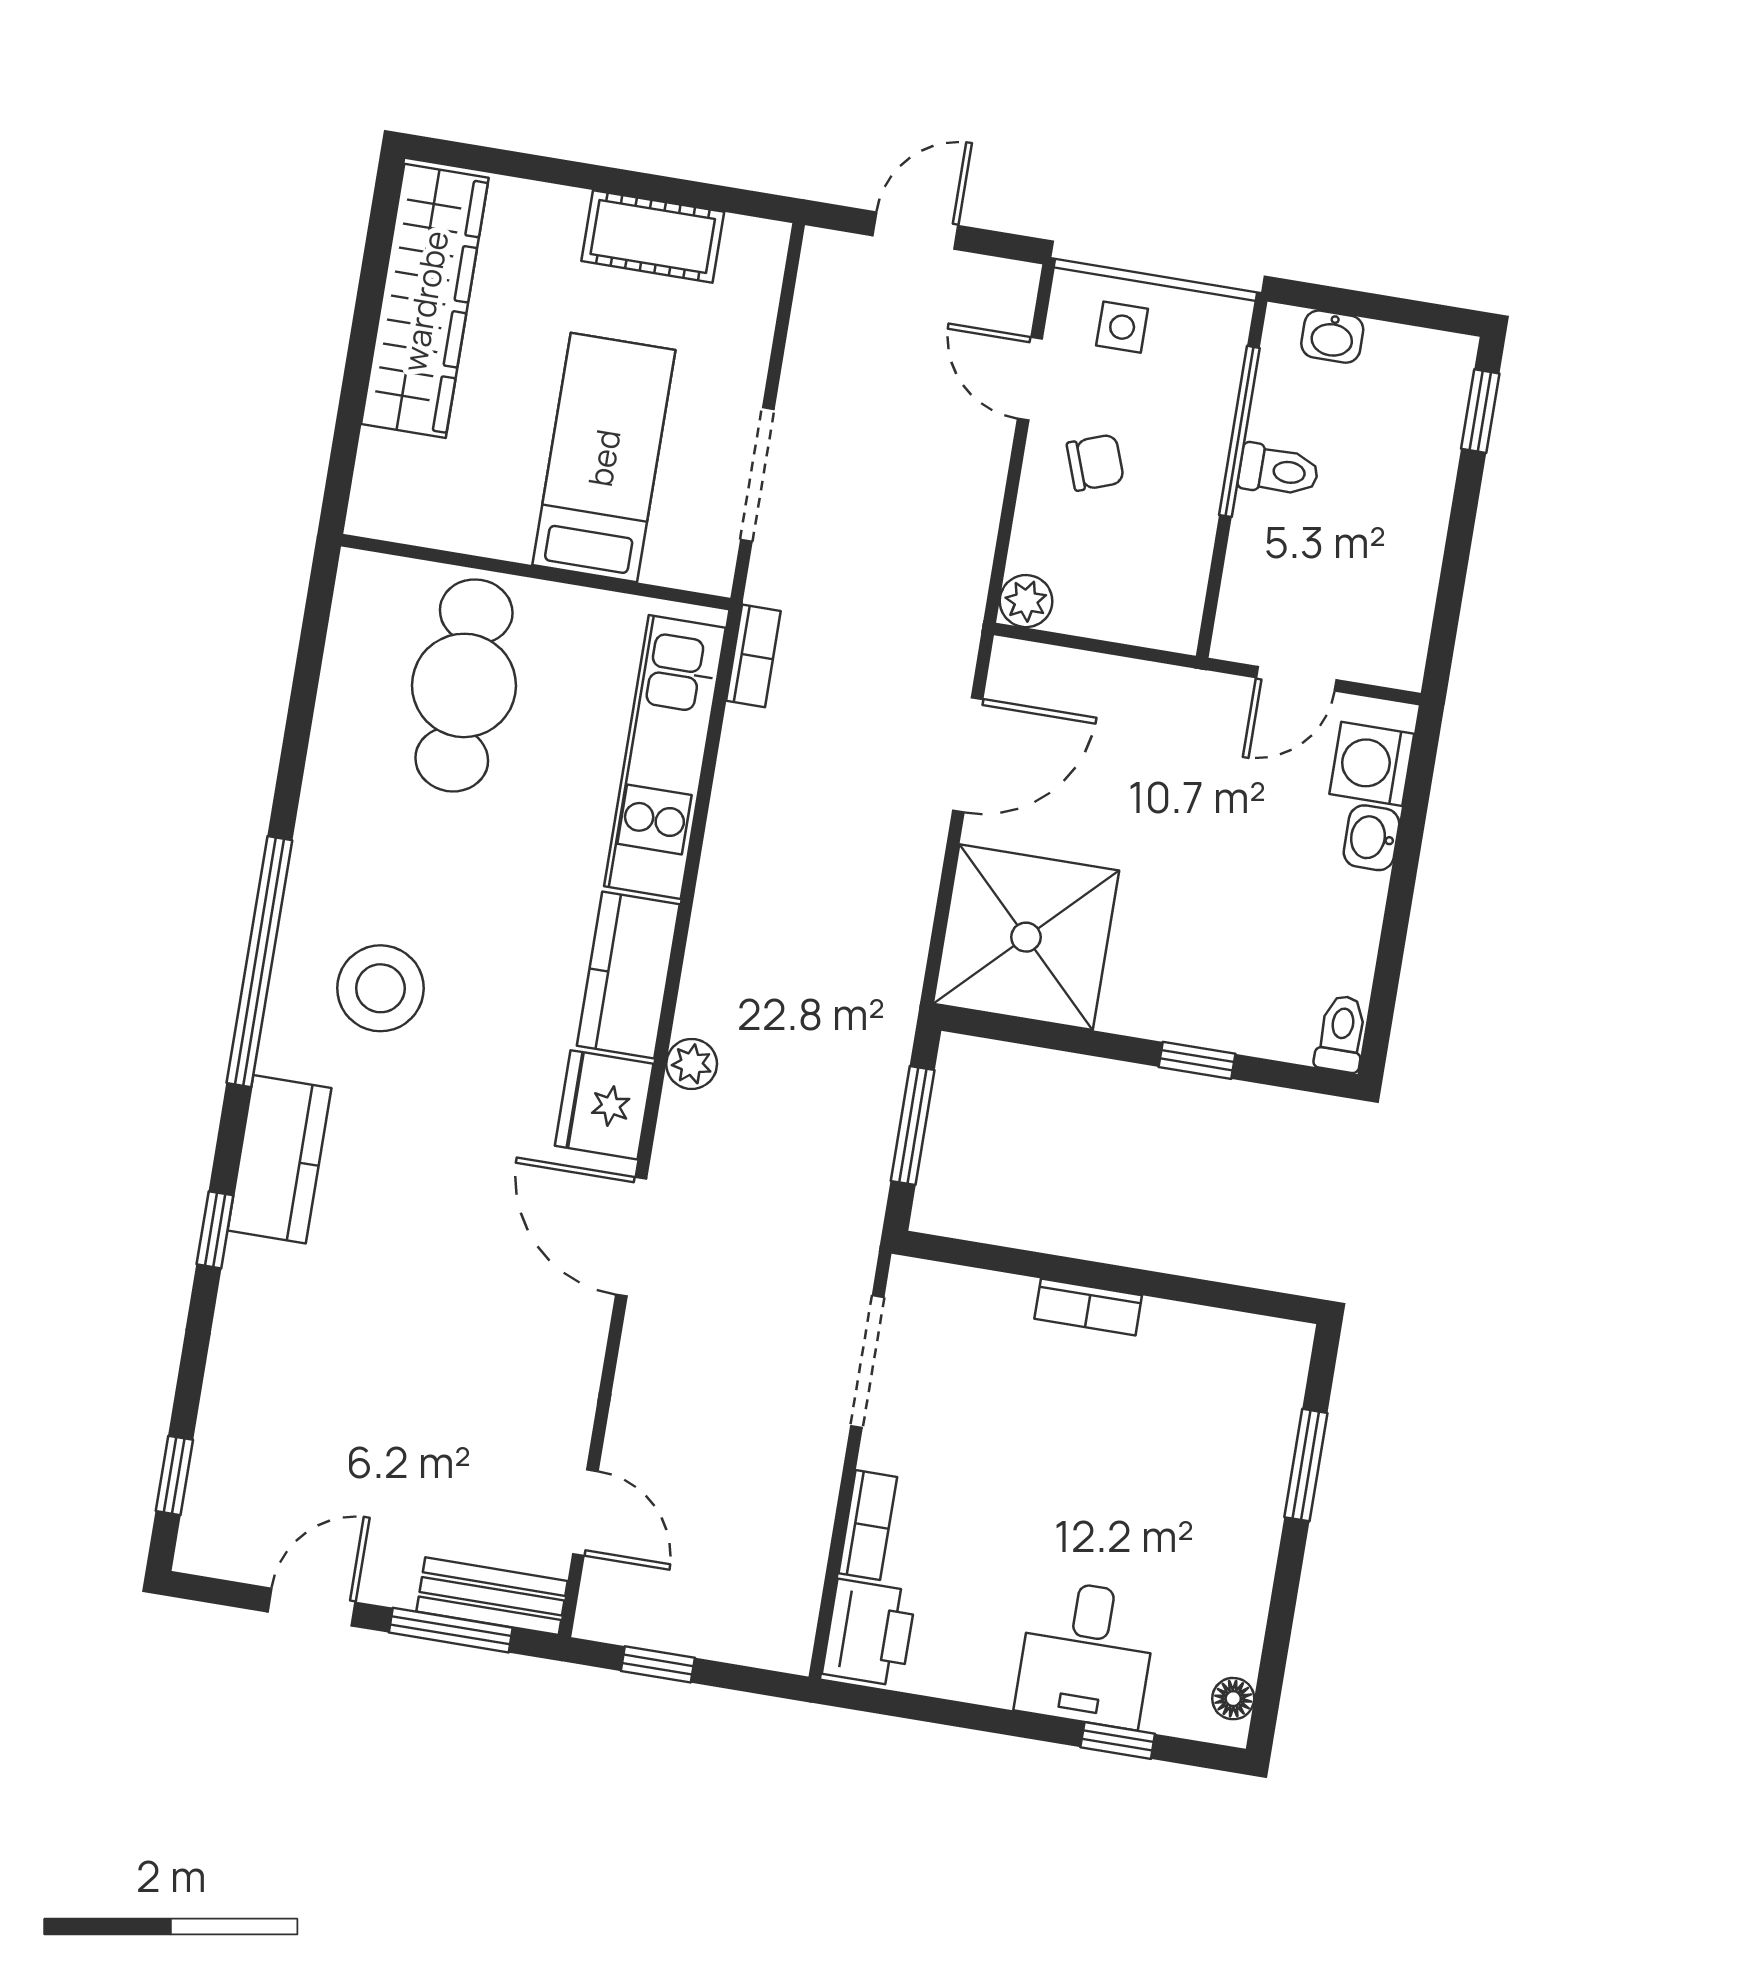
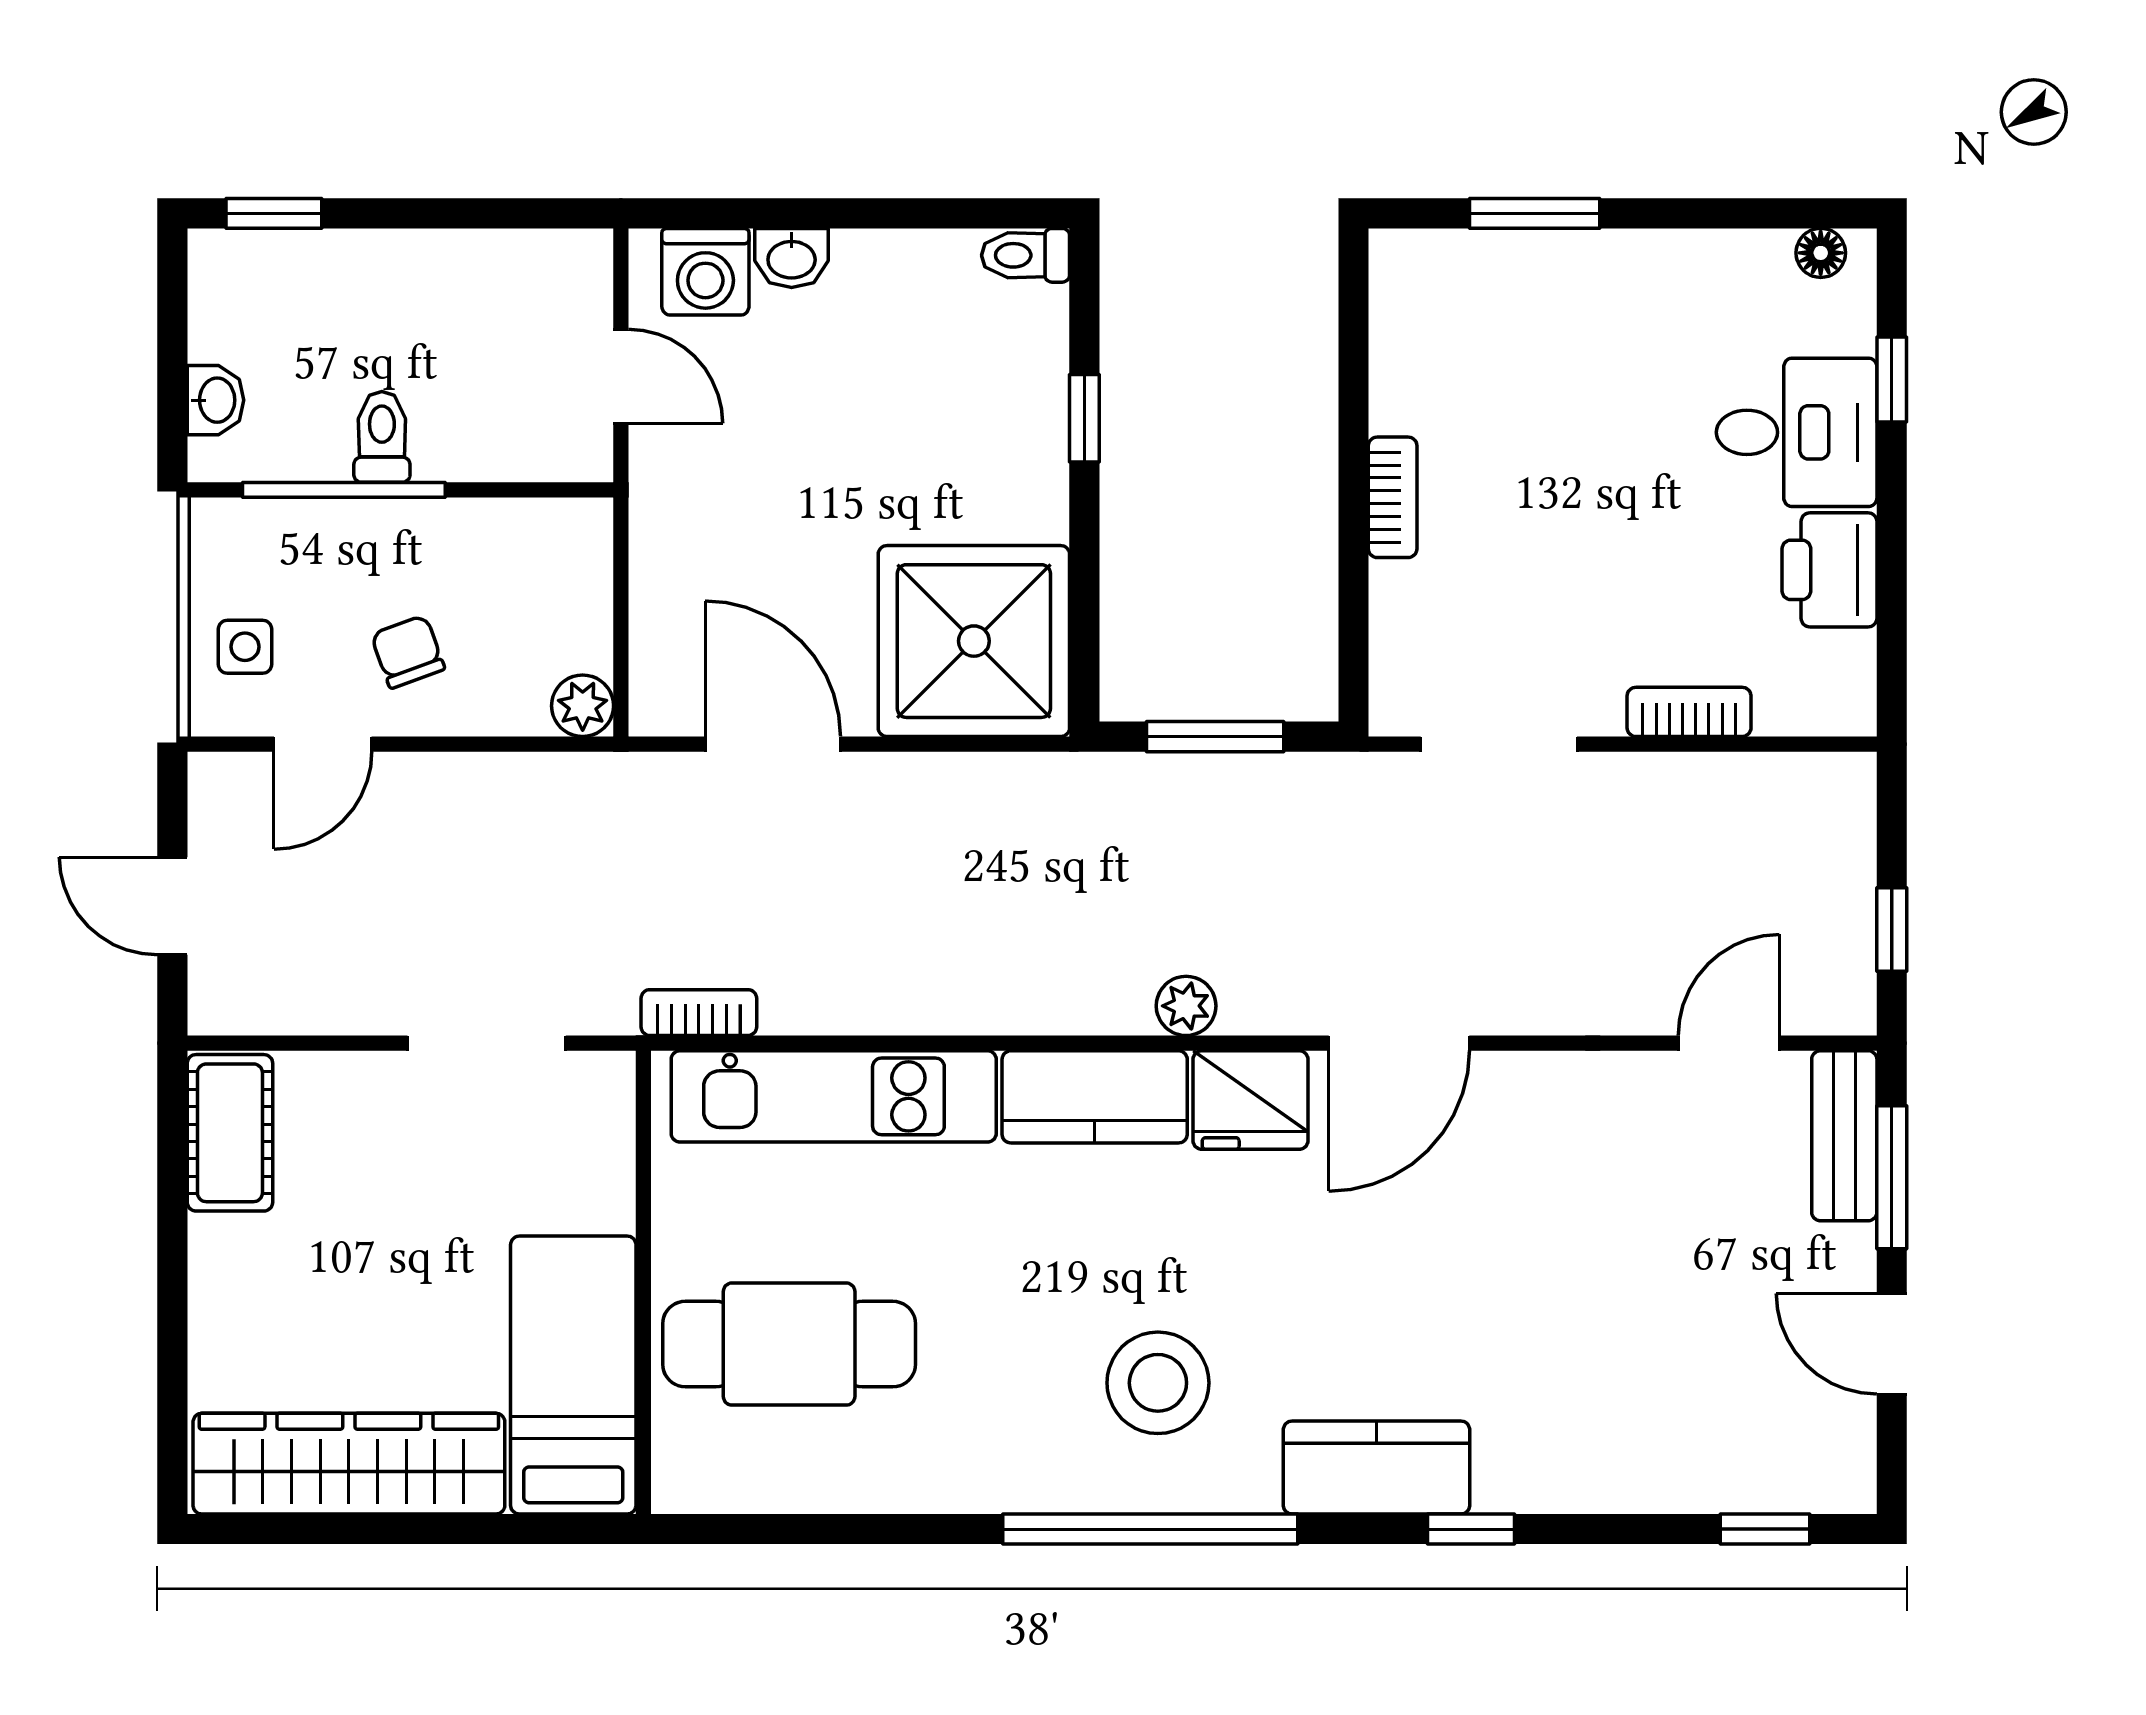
cot: (653, 236) -> (230, 1133), moved
bed: (604, 458) -> (573, 1375), moved, turned 90
printer: (869, 1633) -> (1830, 570), moved, turned -90

